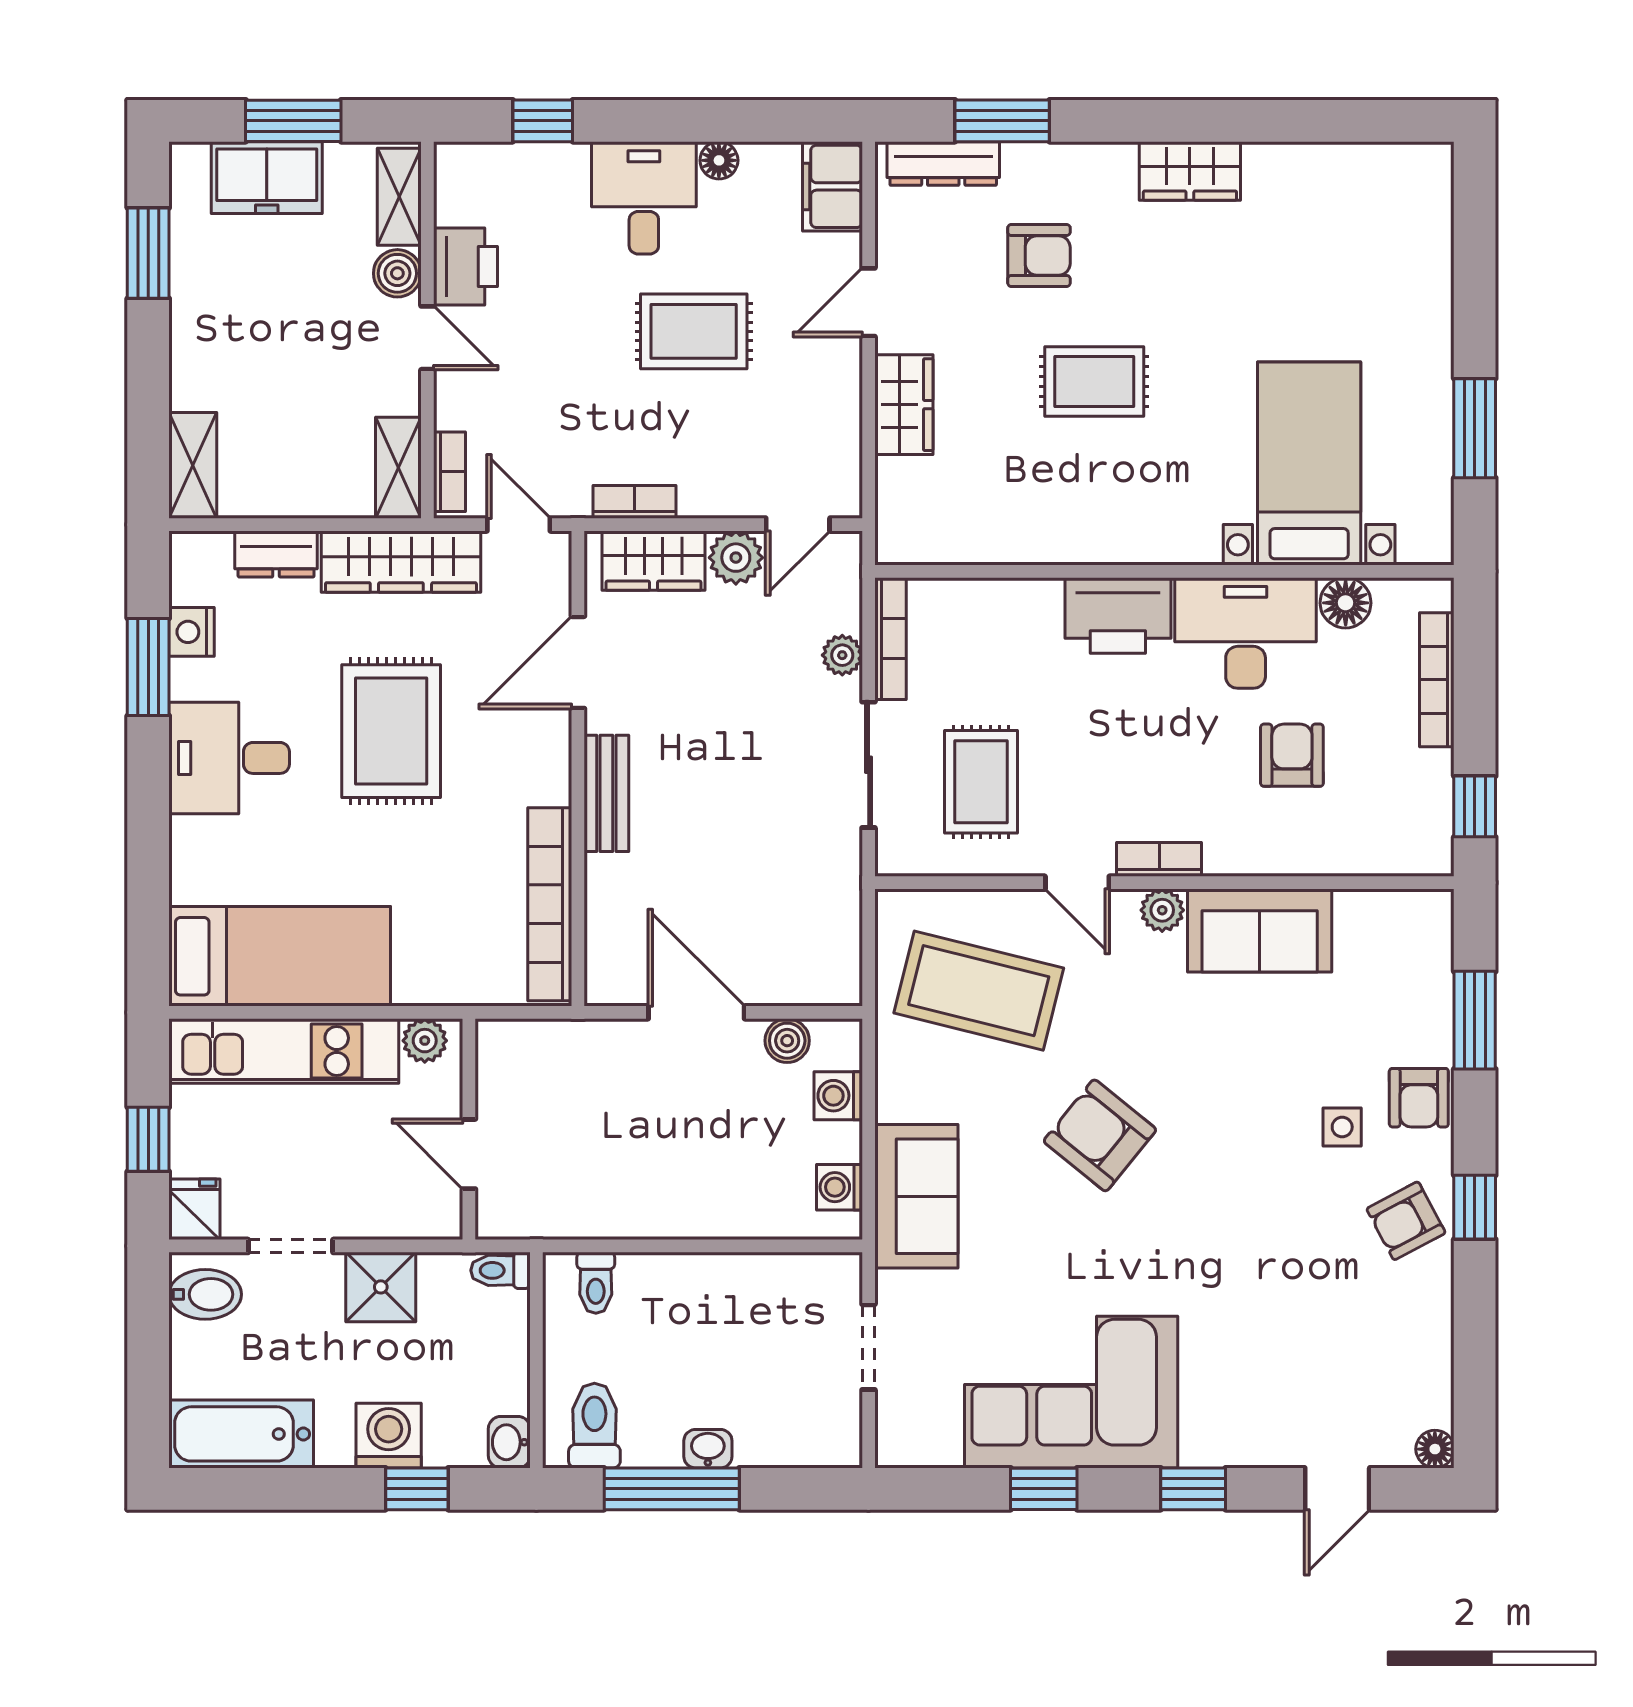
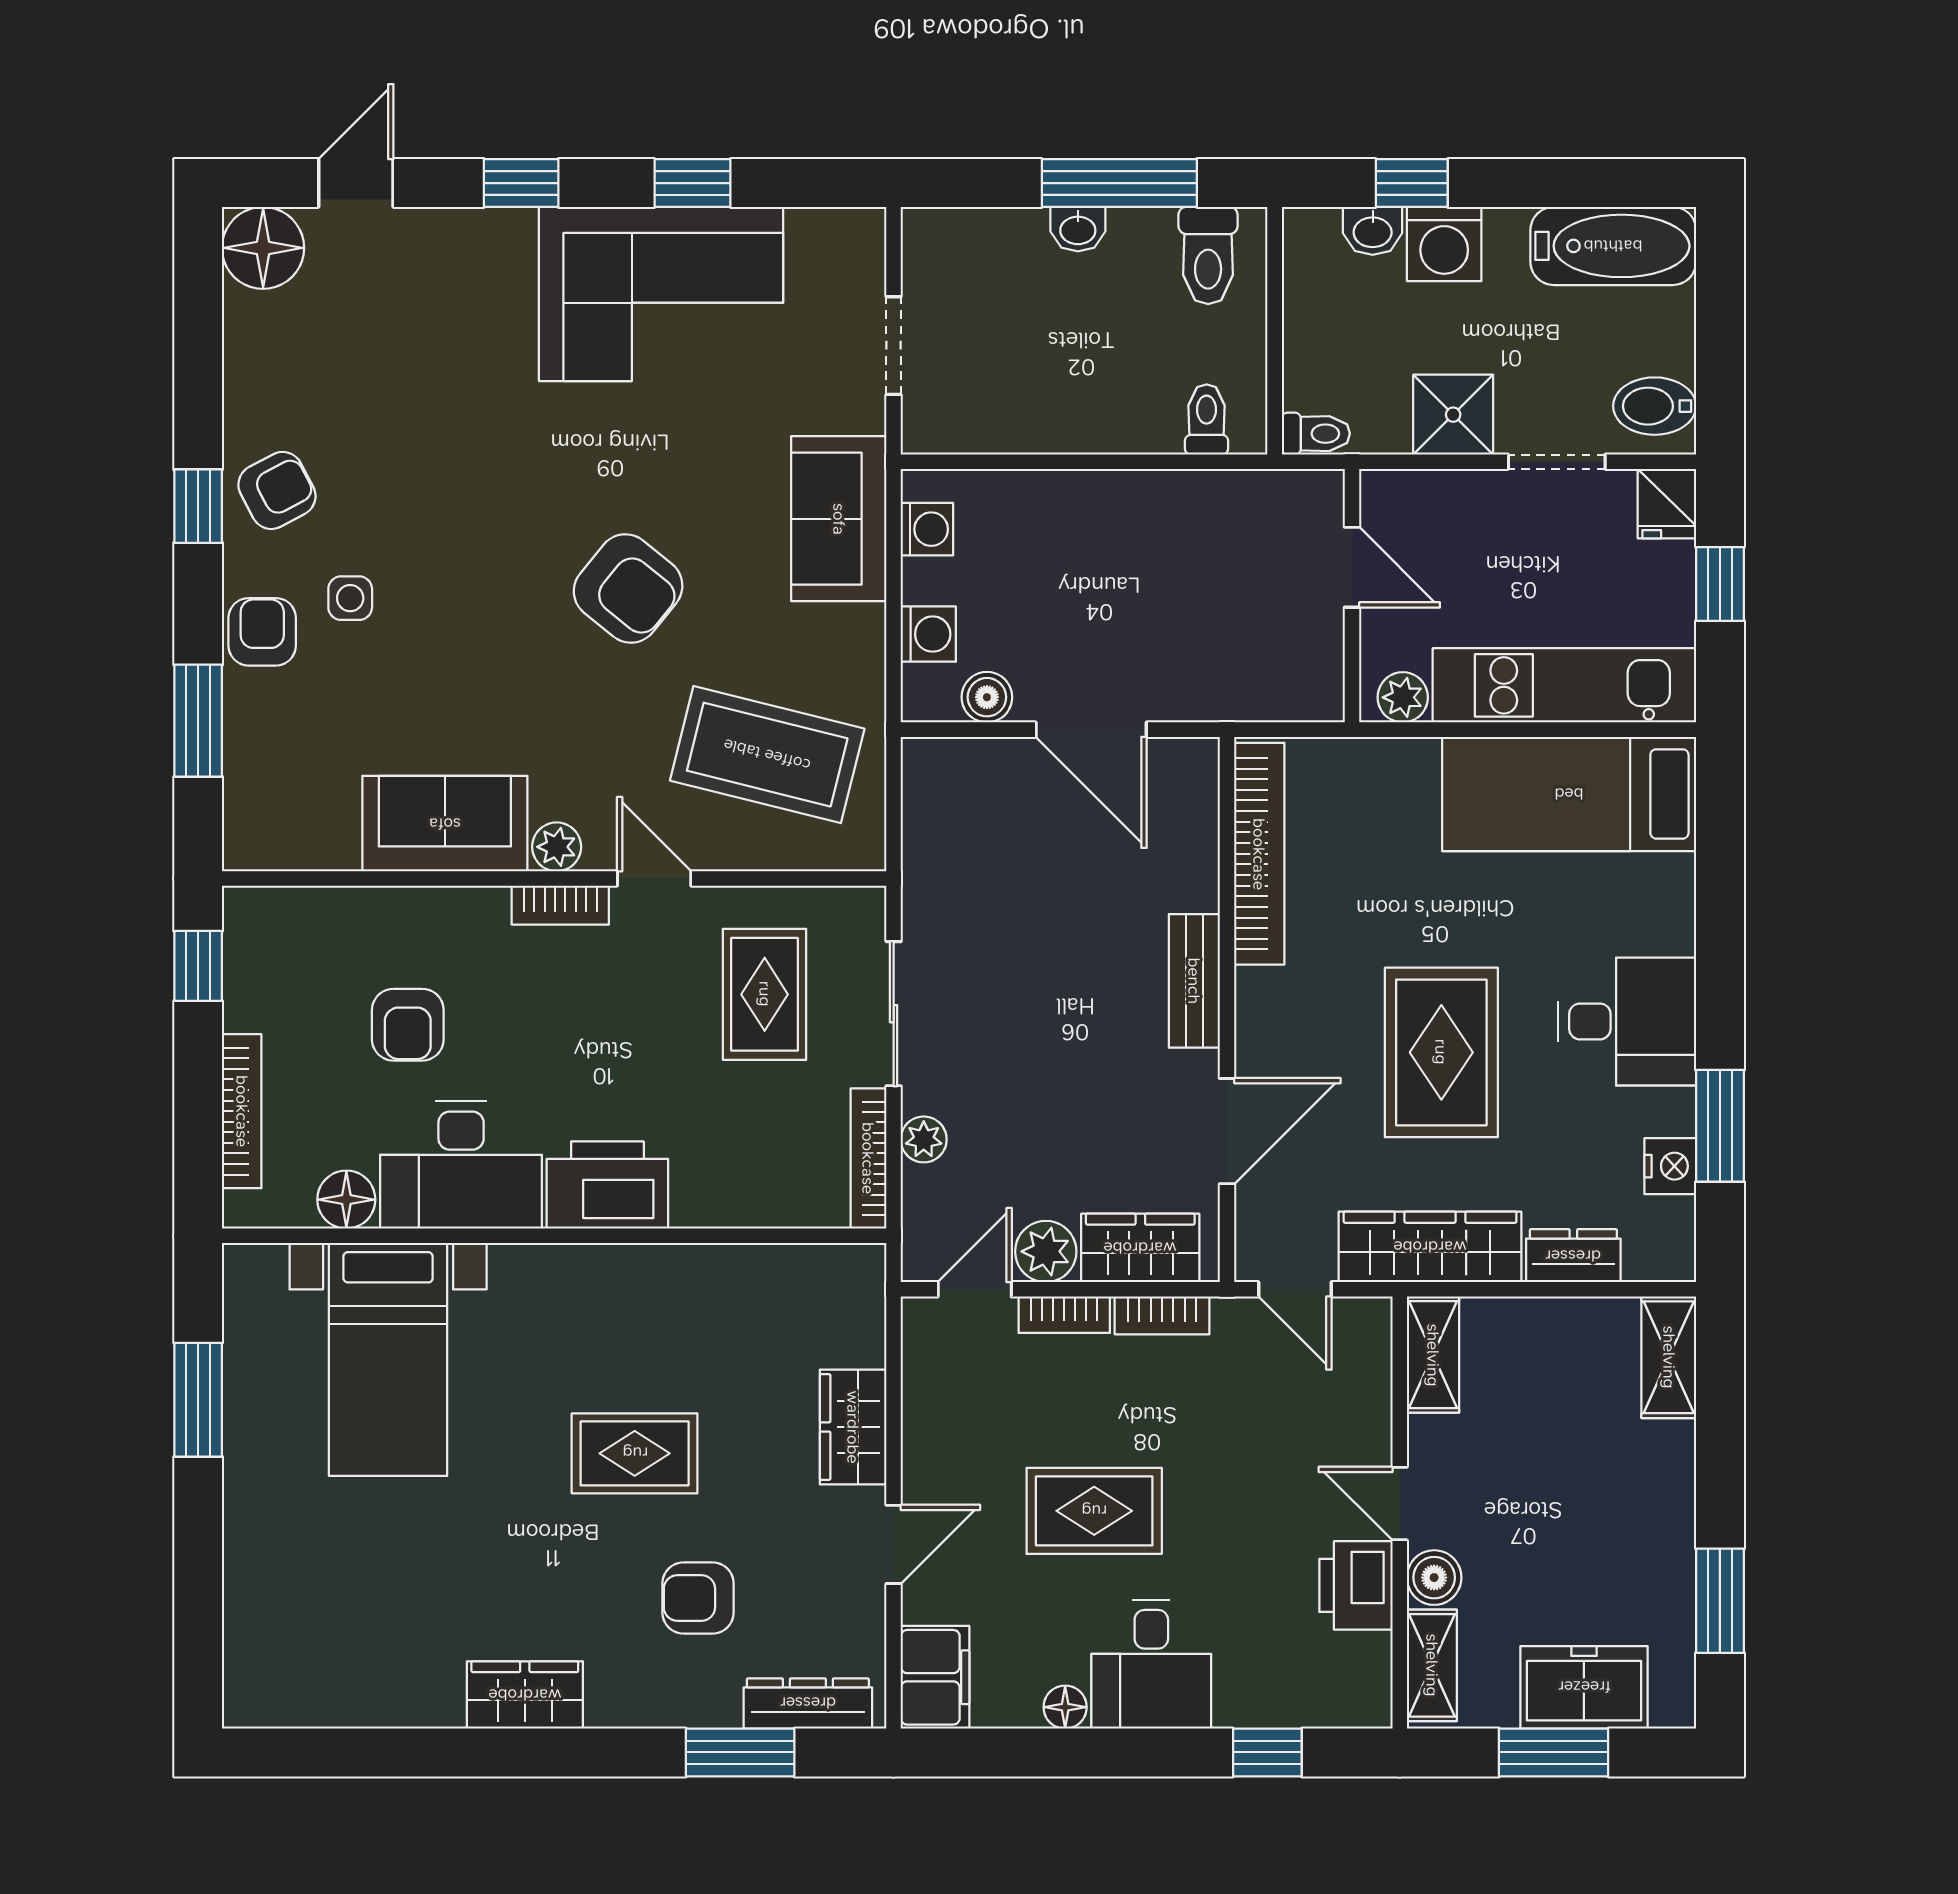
bookcase: (450, 472) -> (1064, 1315), moved, turned -90
washbasin: (509, 1442) -> (1373, 231), moved, turned 90
floor lamp: (1435, 1449) -> (263, 248), width x1.89, depth x1.89

